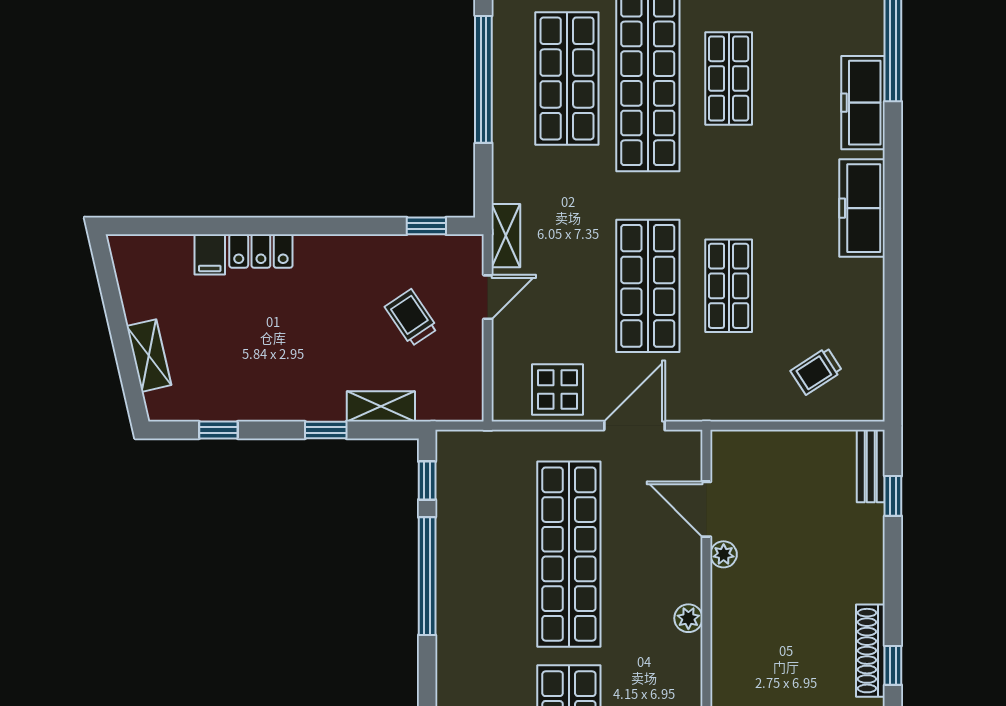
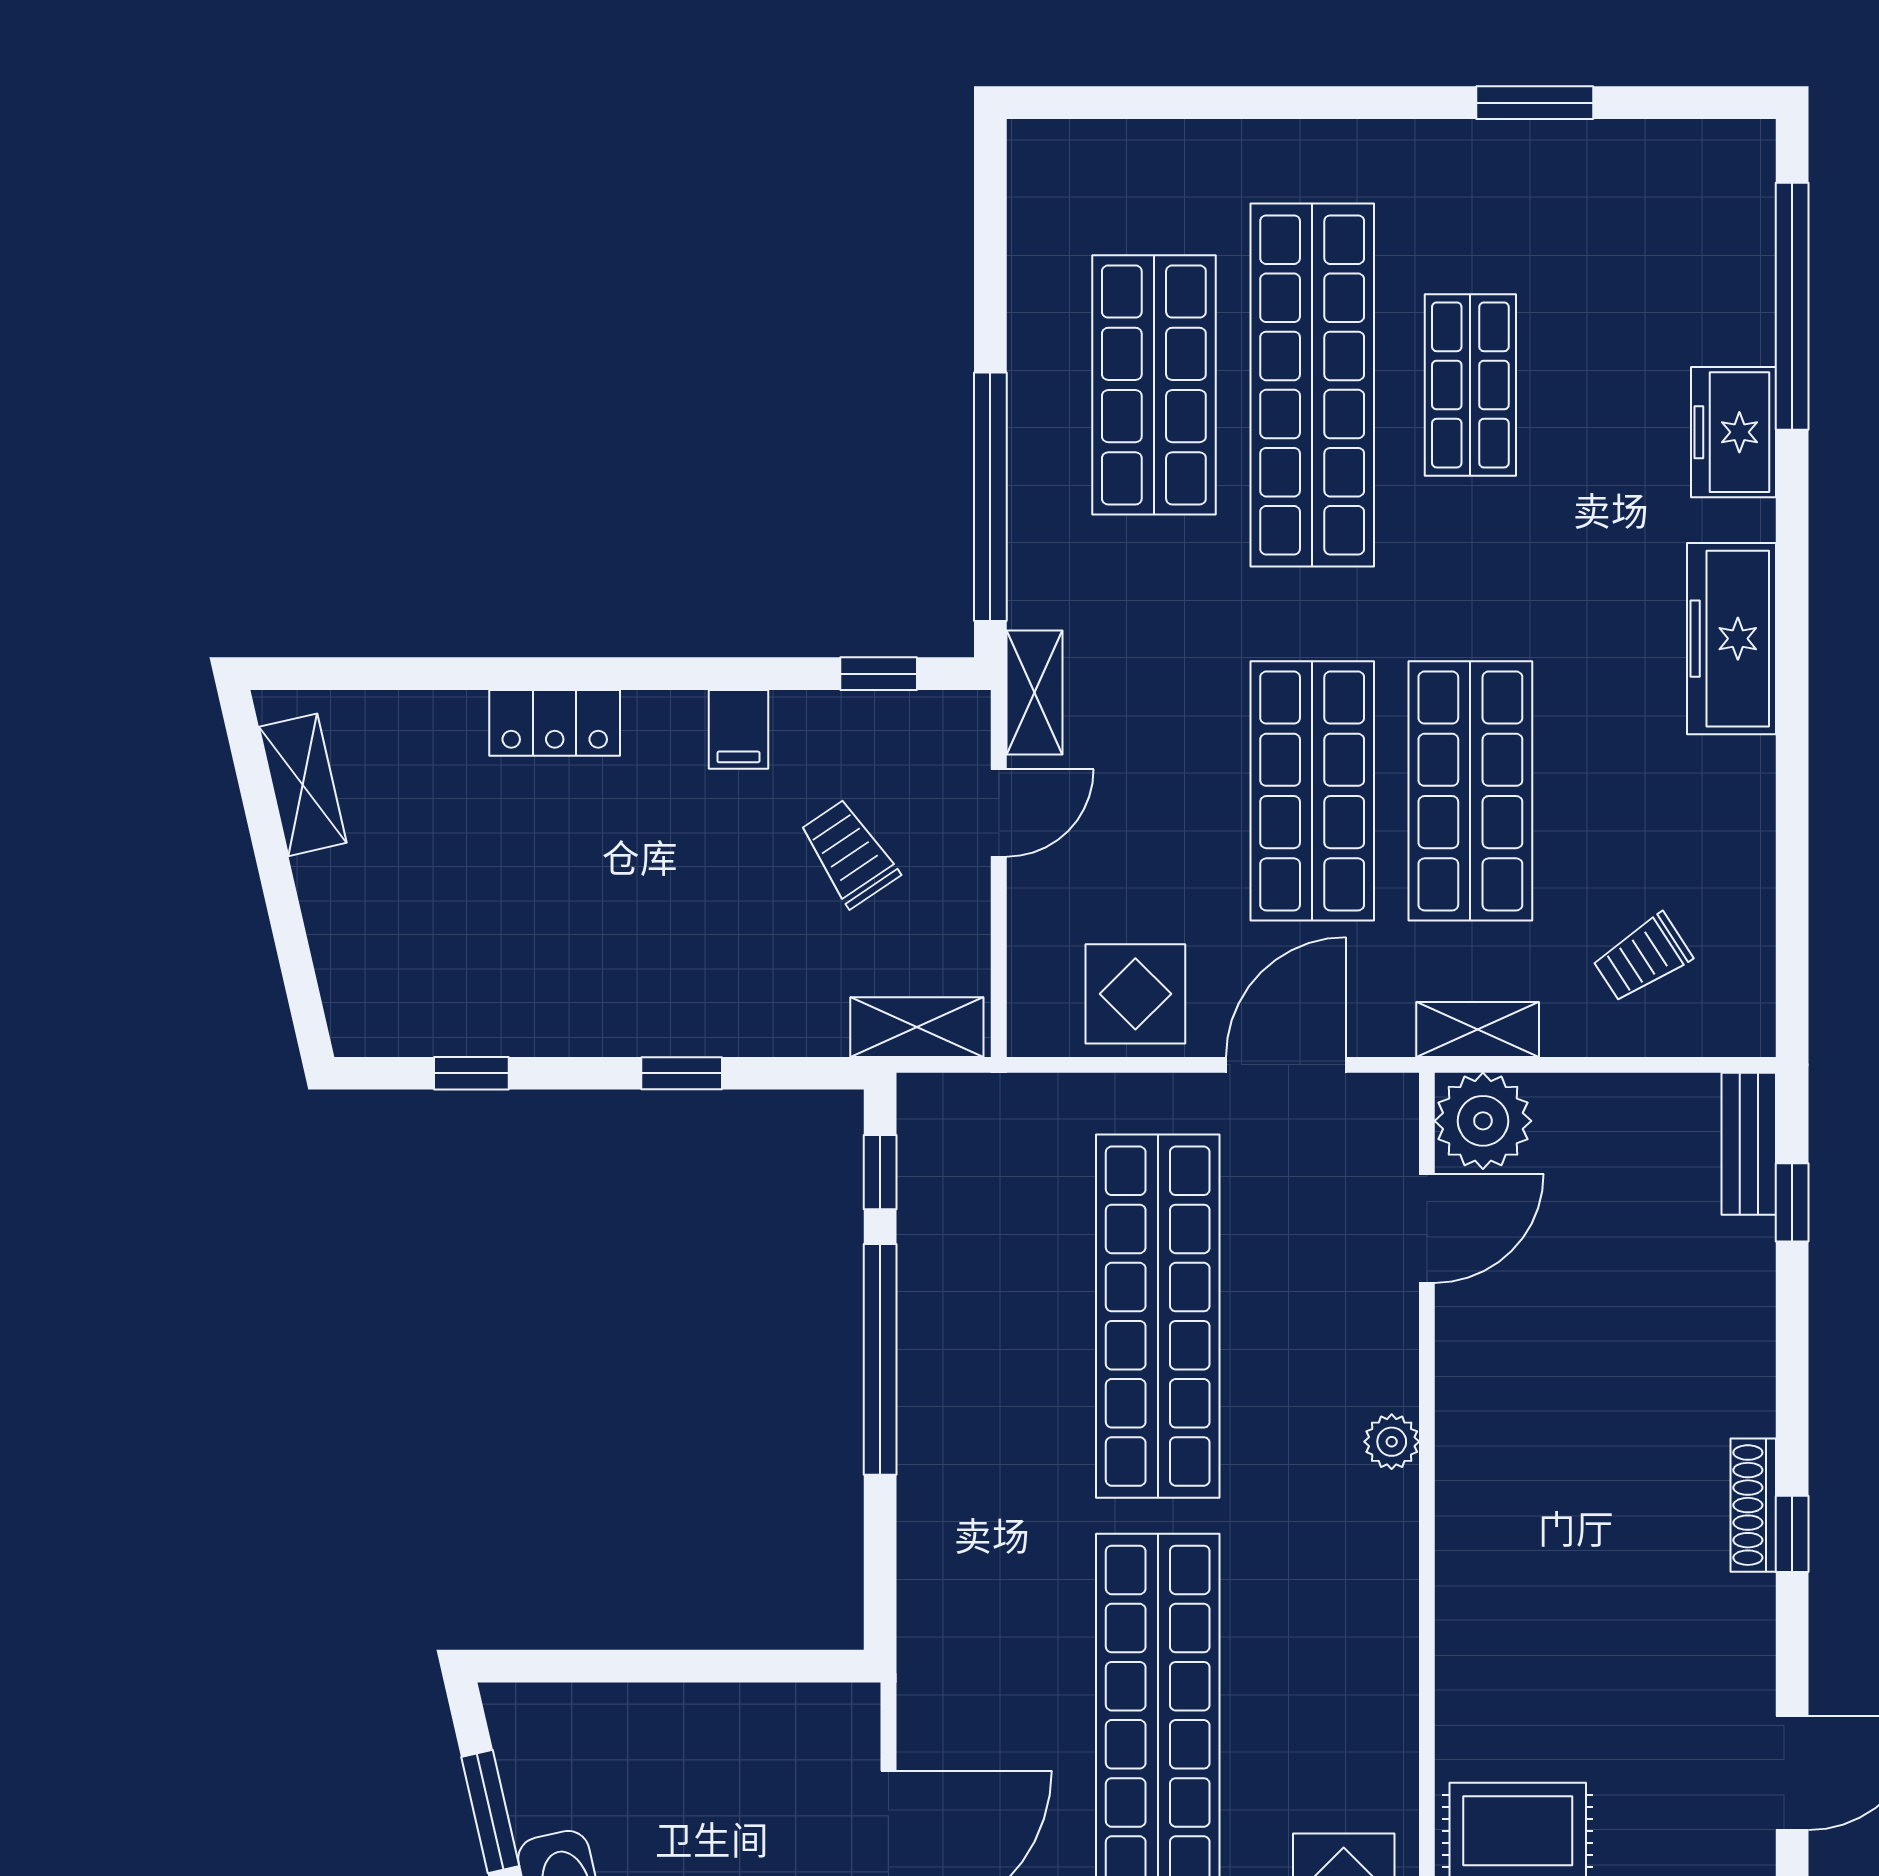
window: (483, 79) -> (990, 497), moved
freezer: (863, 103) -> (1734, 432), width x0.71
filing cabinet: (210, 254) -> (738, 729), moved
shop shelf: (729, 286) -> (1470, 791), width x1.43, depth x1.36
shelving: (149, 356) -> (303, 785), moved
shelving: (381, 406) -> (917, 1027), moved
shelving: (732, 408) -> (1478, 1029), added
door: (706, 509) -> (1427, 1228), swing flipped
plant: (724, 554) -> (1483, 1121), moved, width x1.88, depth x1.88
shoe rack: (870, 651) -> (1753, 1505), width x0.74, depth x0.81

